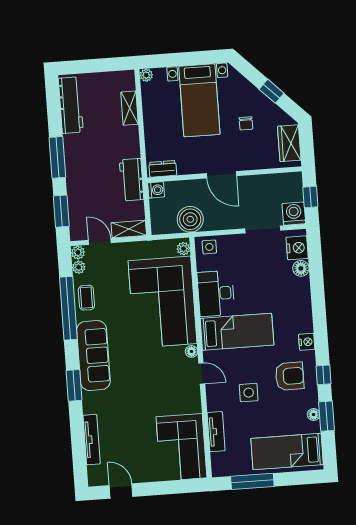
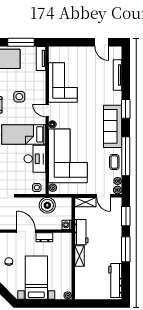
shelving: (130, 108) -> (79, 256), moved
dresser: (163, 169) -> (44, 237), moved
tv unit: (216, 432) -> (41, 58), moved
corner sofa: (181, 447) -> (63, 83), moved

